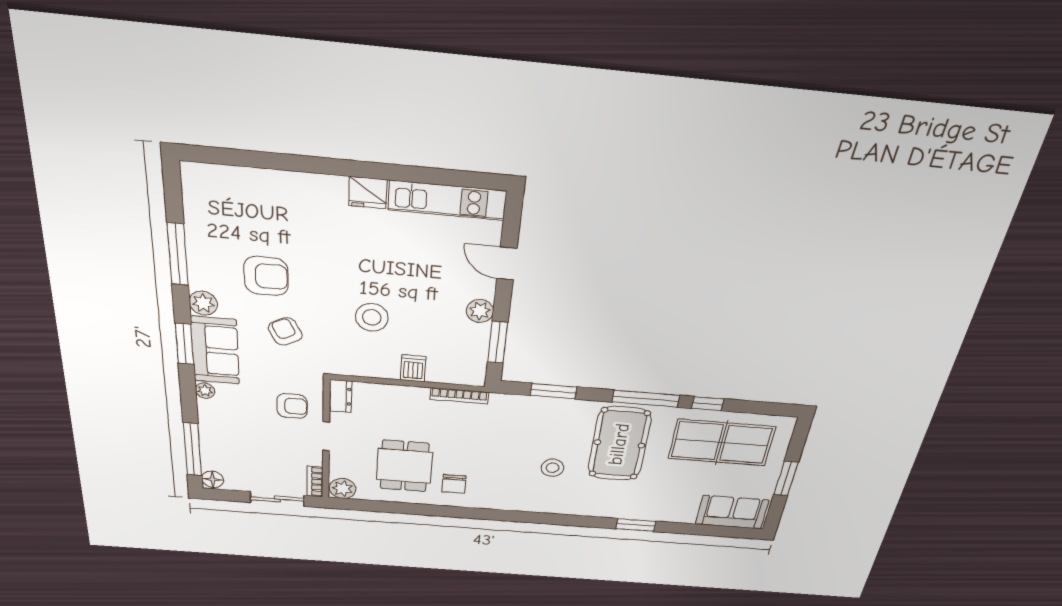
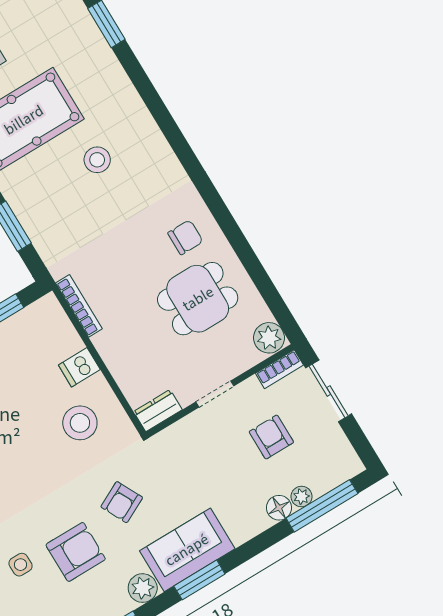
side table: (283, 231) -> (21, 565), added
armchair: (266, 276) -> (76, 552), turned 90
stool: (372, 317) -> (80, 423), moved
plant: (205, 391) -> (301, 497), moved
armchair: (292, 406) -> (271, 437), moved
floor lamp: (213, 479) -> (279, 508), moved

